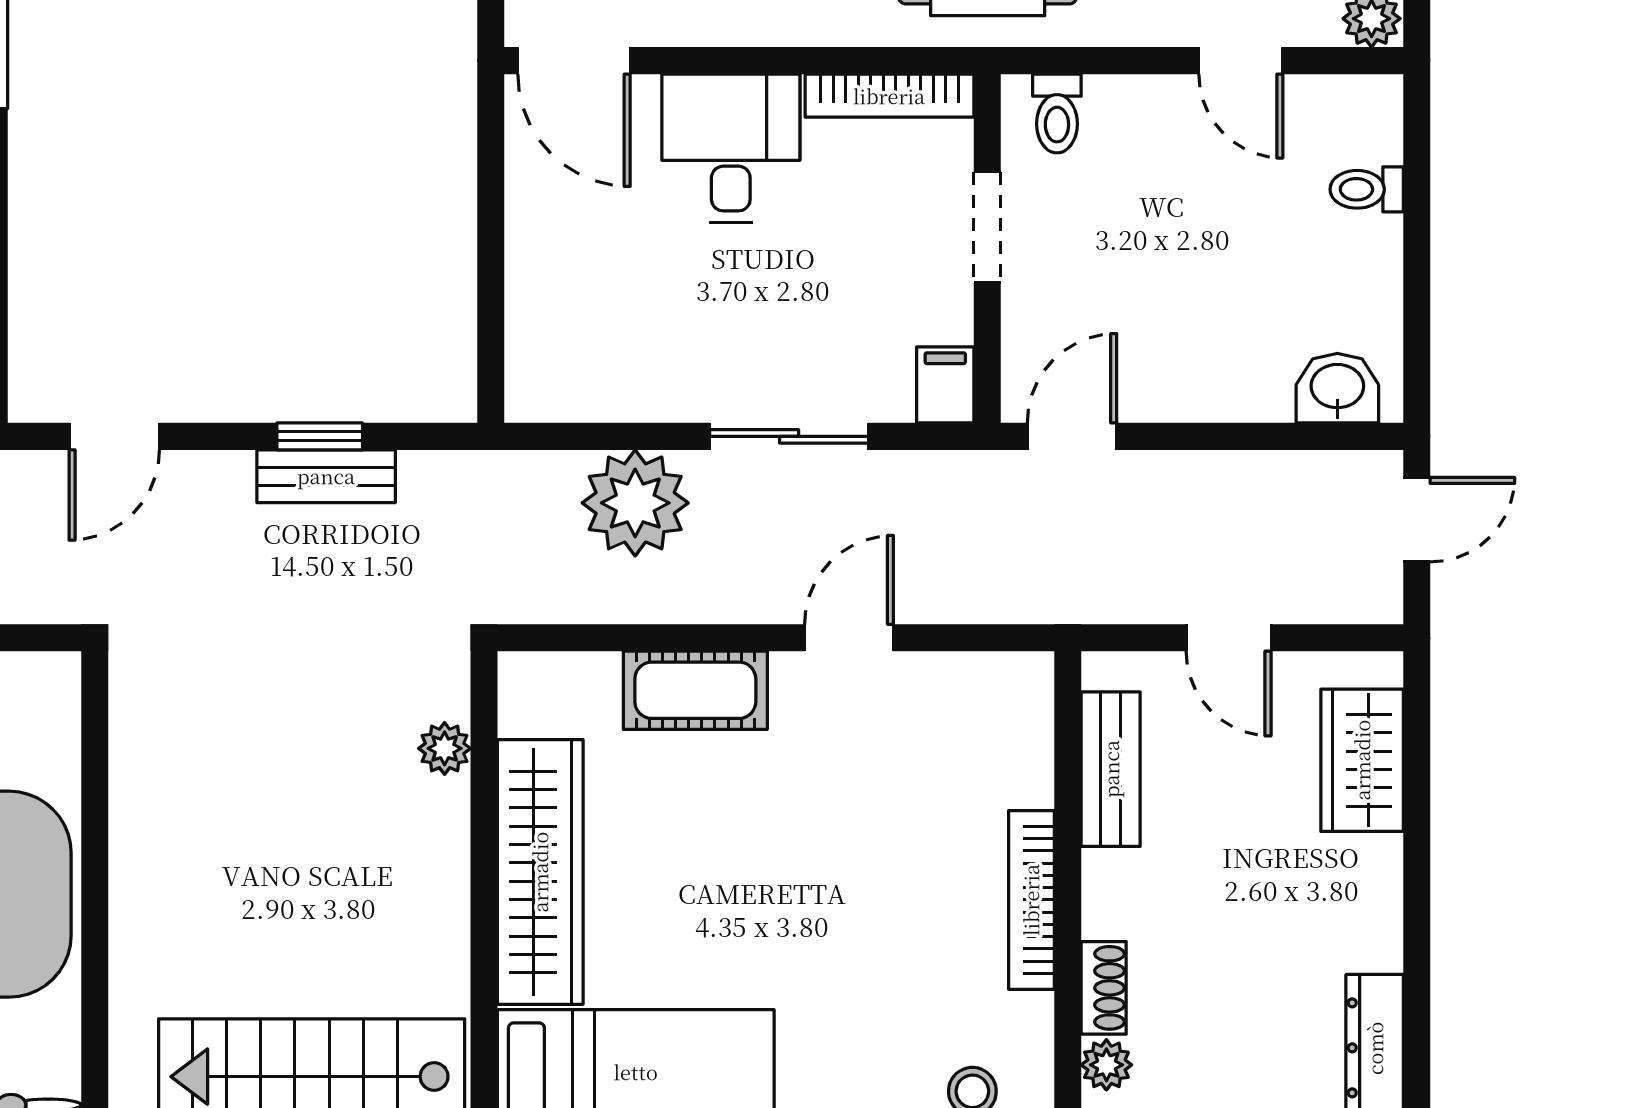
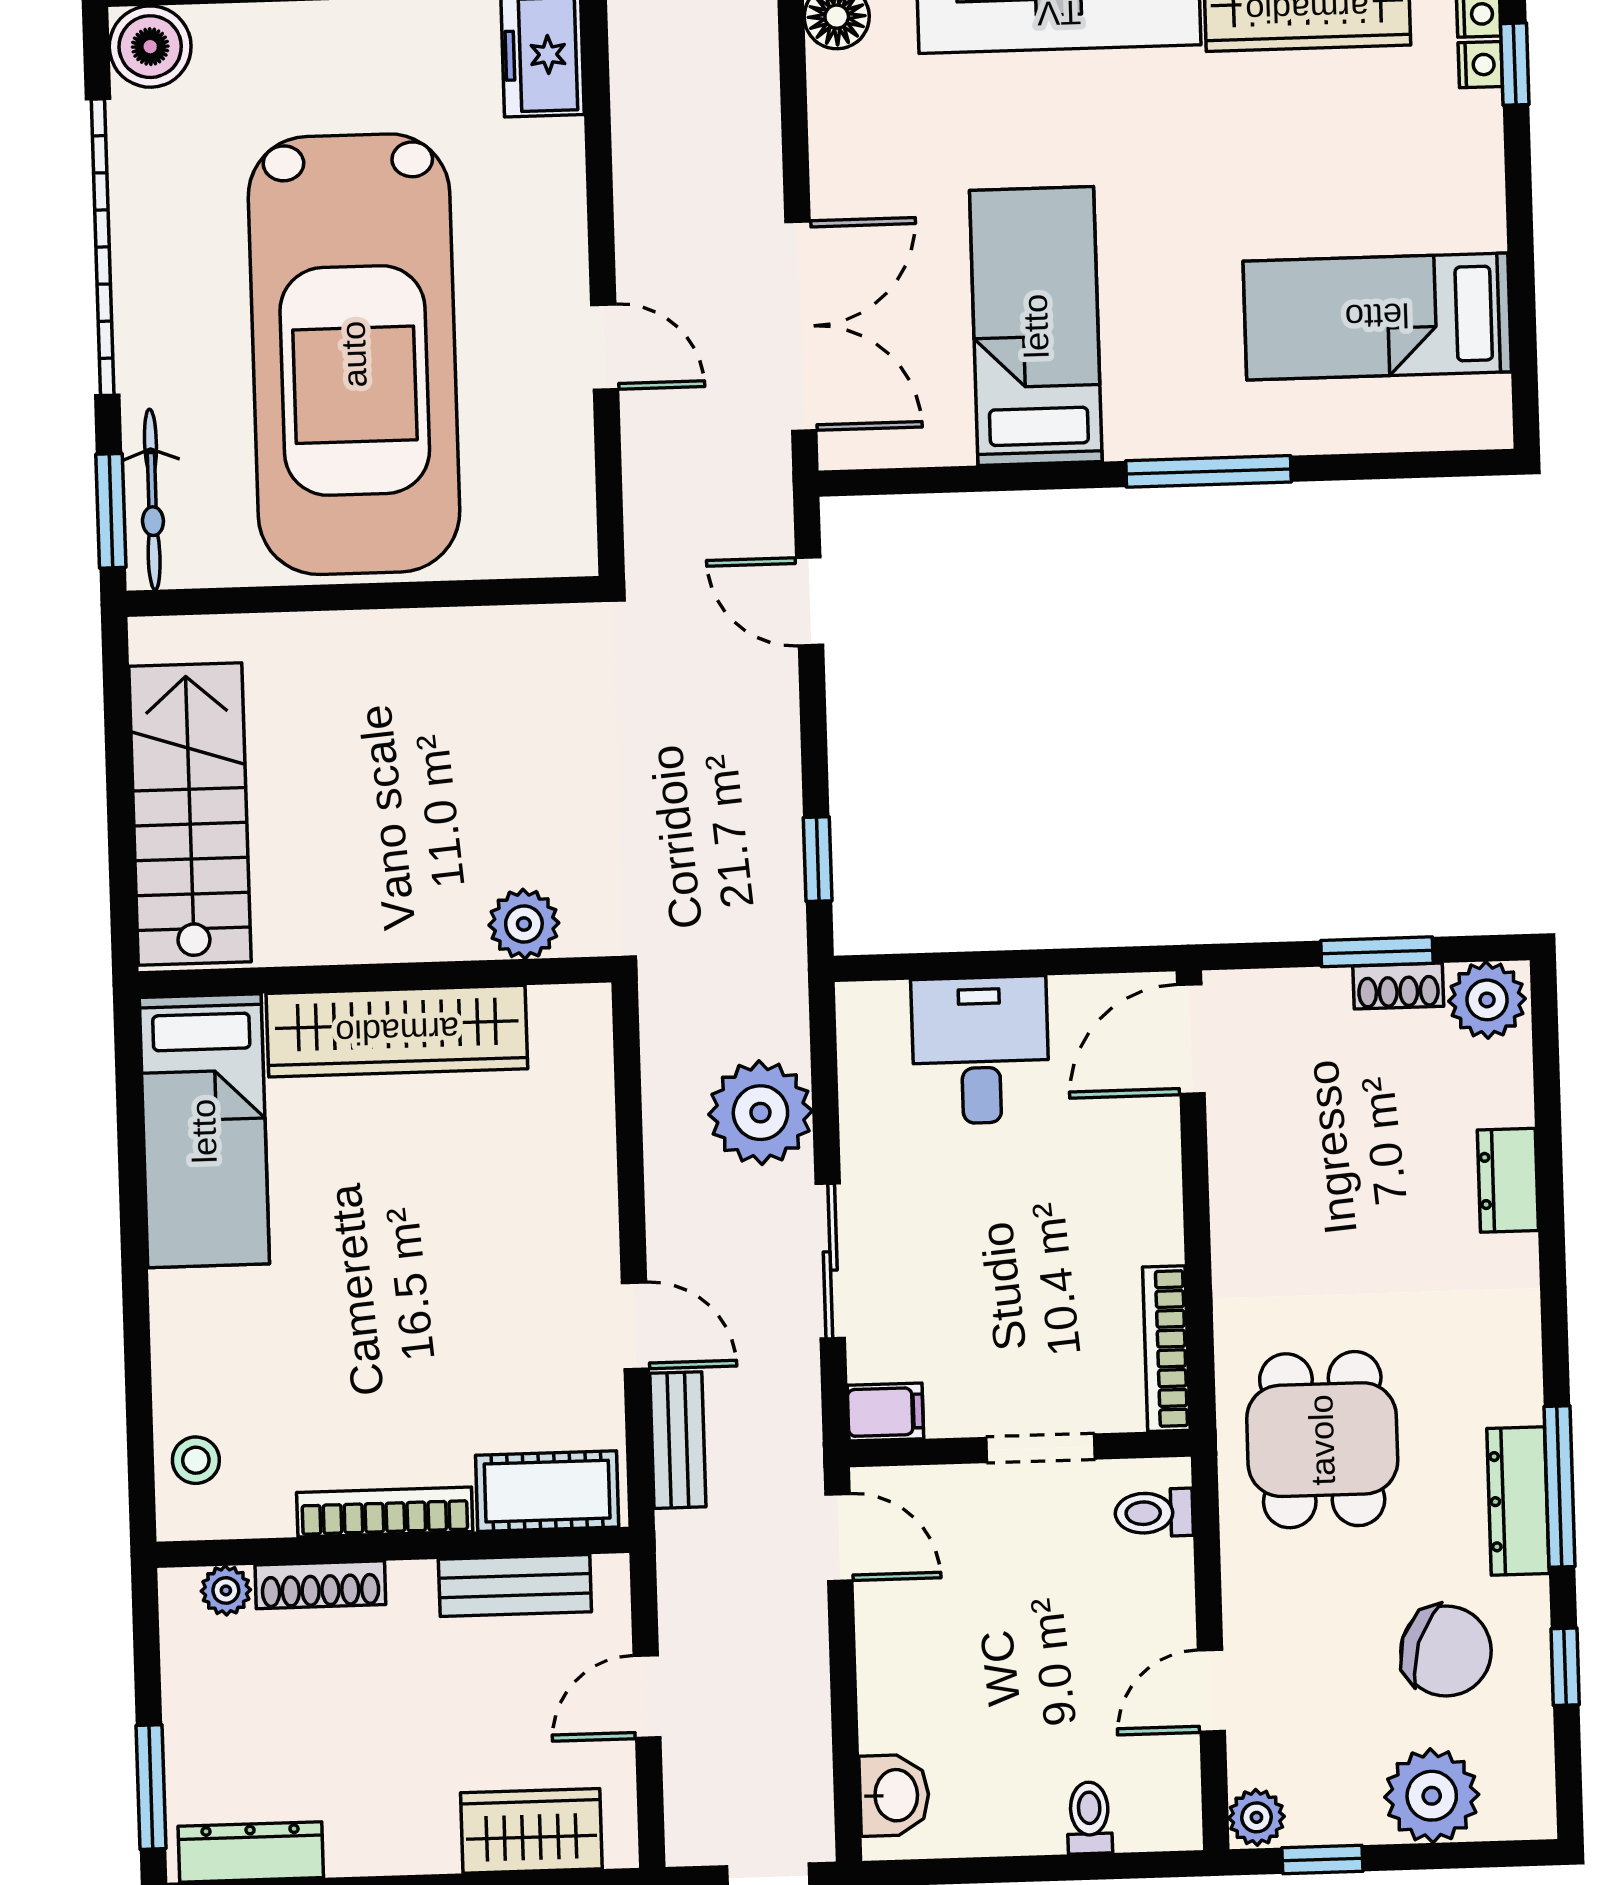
desk: (731, 148) -> (980, 1050), moved, turned -90
window: (320, 436) -> (818, 859), moved
bench: (326, 476) -> (678, 1440), moved
cot: (695, 690) -> (547, 1491), moved, turned 90
plant: (445, 748) -> (524, 924), width x1.38, depth x1.38
shoe rack: (1104, 988) -> (320, 1585), width x1.43

